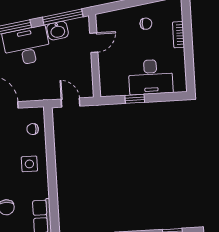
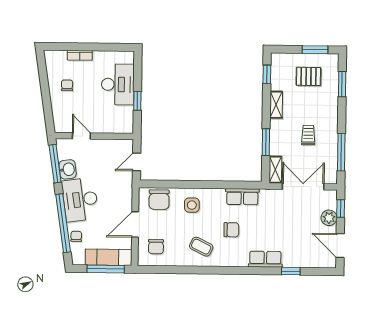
chair: (33, 129) -> (159, 200), width x1.87, depth x1.87

